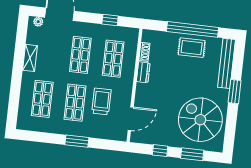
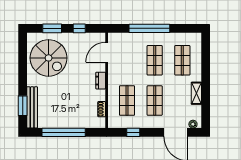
rug: (192, 48) -> (63, 117), removed
dresser: (143, 72) -> (101, 81), moved
window: (235, 92) -> (23, 106), moved
trolley: (101, 102) -> (133, 64), removed
window: (77, 141) -> (149, 28), width x2.11

